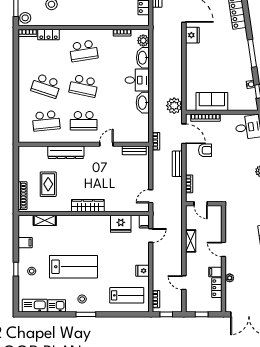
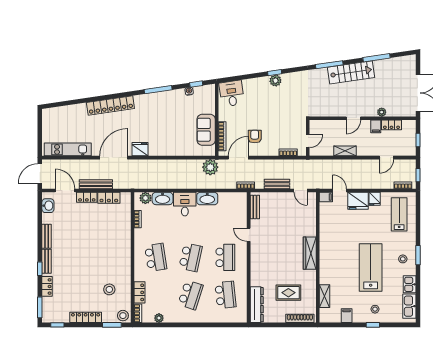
plant: (23, 54) -> (159, 318), added
dresser: (66, 152) -> (257, 305), moved
bench: (177, 164) -> (277, 184), moved
fridge: (121, 224) -> (358, 201), moved, turned 90

